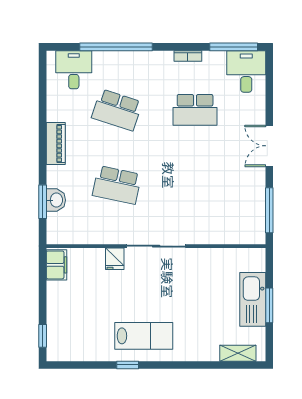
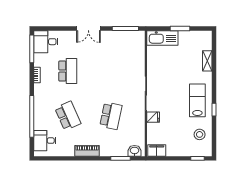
school desk: (117, 110) -> (68, 116), turned -42
washbasin: (56, 200) -> (134, 151), moved
kitchen sink: (253, 299) -> (162, 38), moved
stool: (84, 340) -> (200, 134), added
shelving: (238, 353) -> (207, 61), moved

